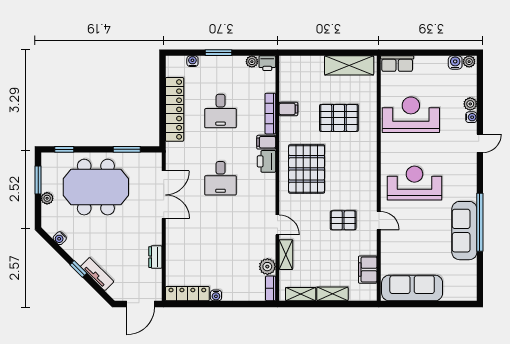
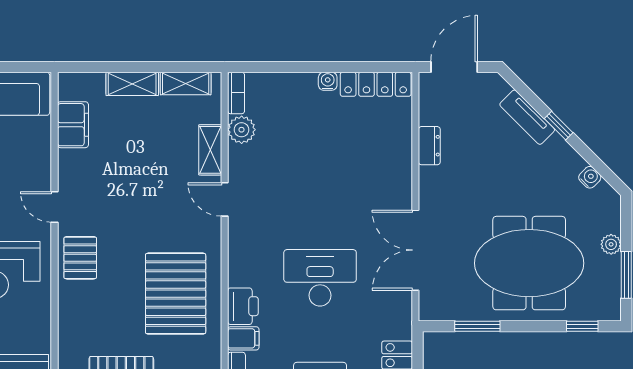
desk: (221, 178) -> (320, 278), width x1.37
pallet: (343, 220) -> (80, 258), moved, turned 90

